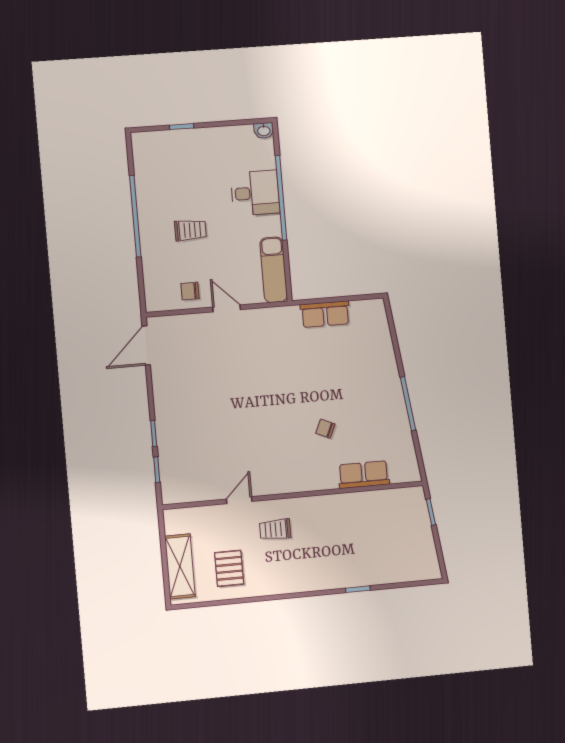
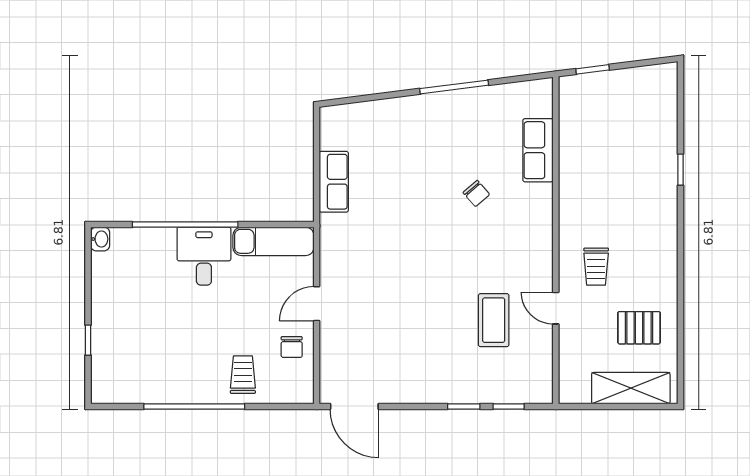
desk: (255, 193) -> (204, 256), moved
trolley: (190, 230) -> (243, 375), moved
chair: (325, 429) -> (476, 193), turned -65
coffee table: (225, 451) -> (494, 320), added

